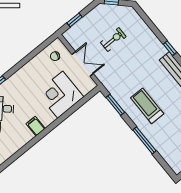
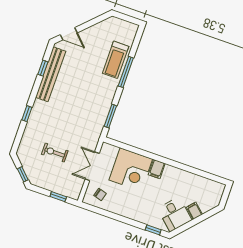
window: (170, 48) -> (27, 114), moved
treadmill: (147, 106) -> (116, 60), moved
filing cabinet: (36, 126) -> (157, 169), moved

